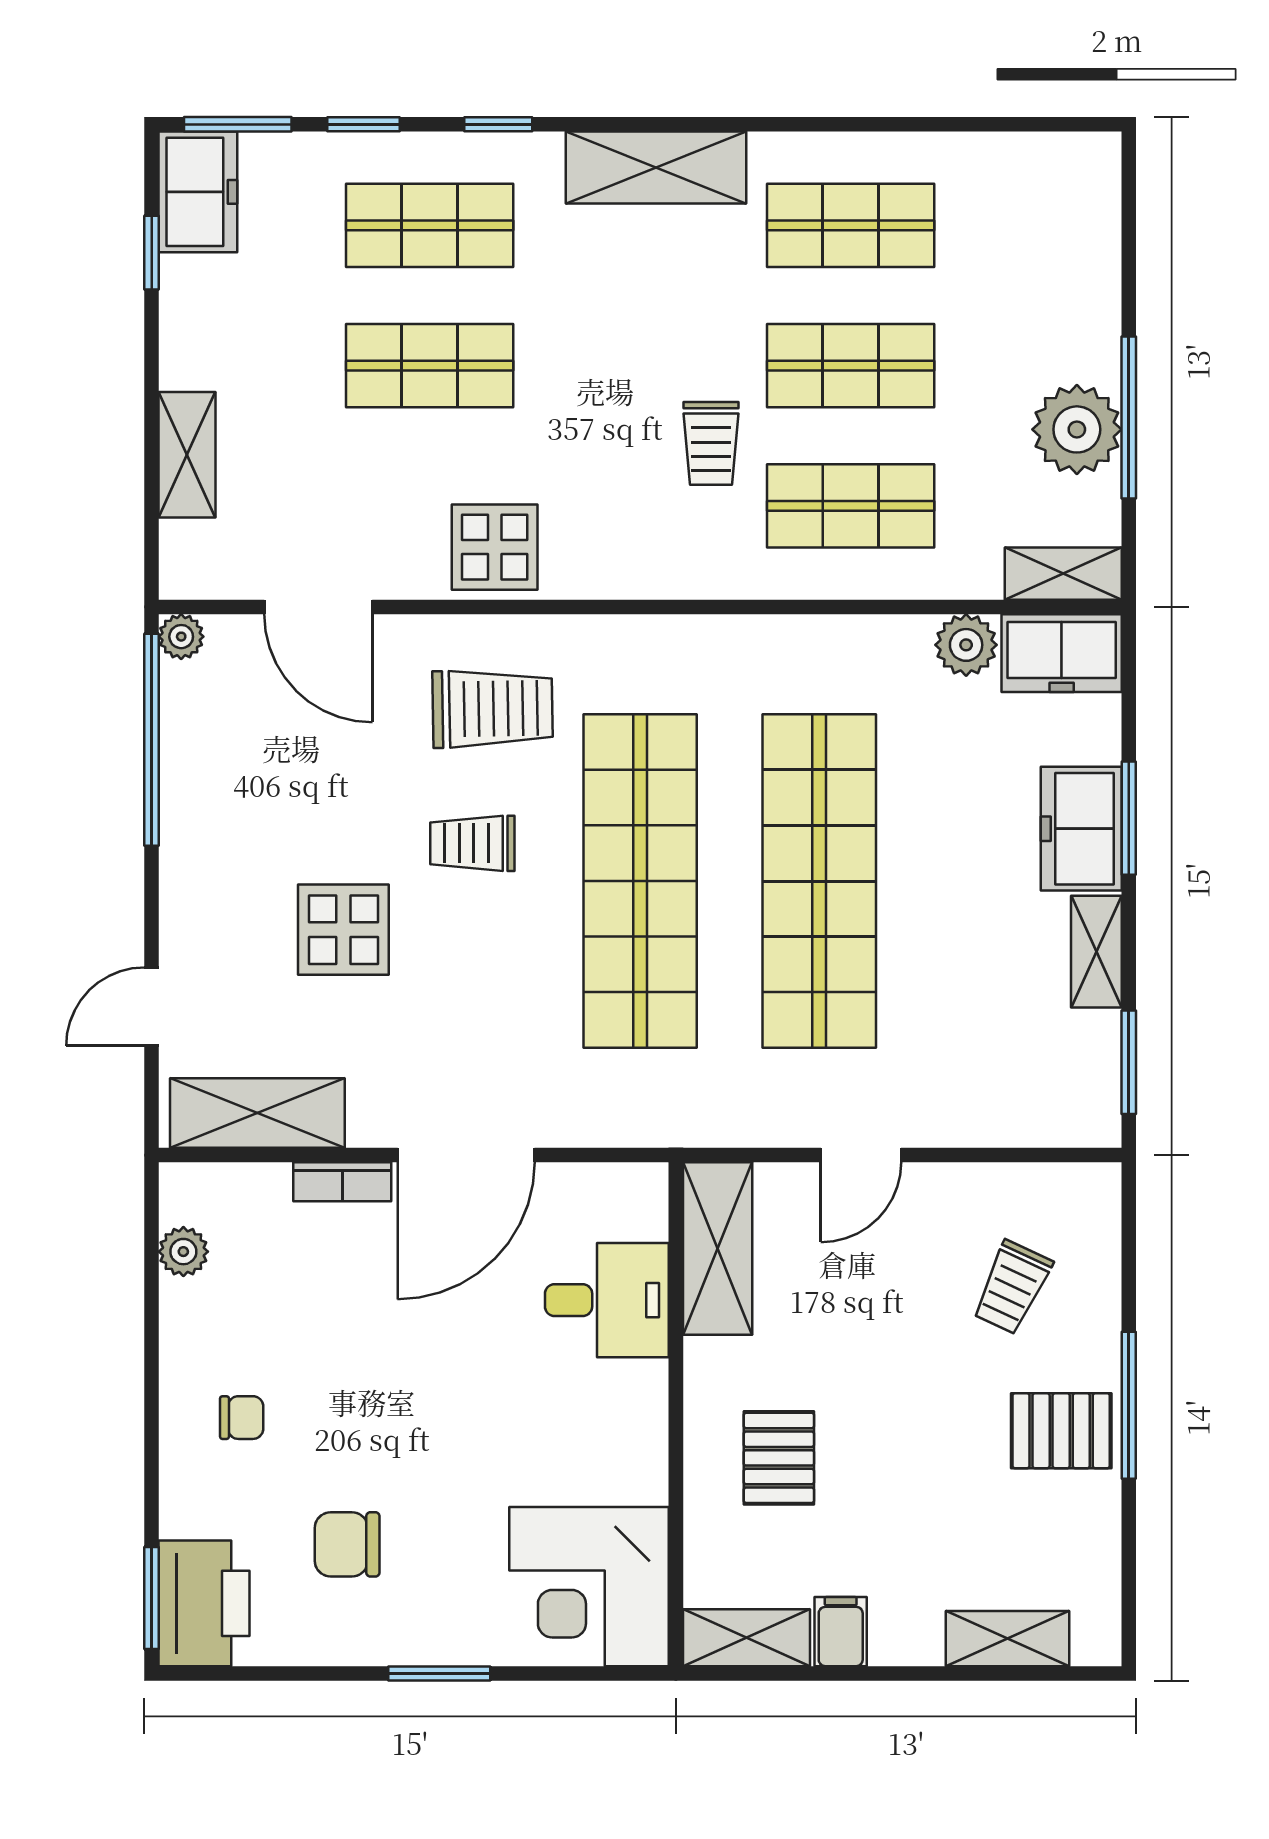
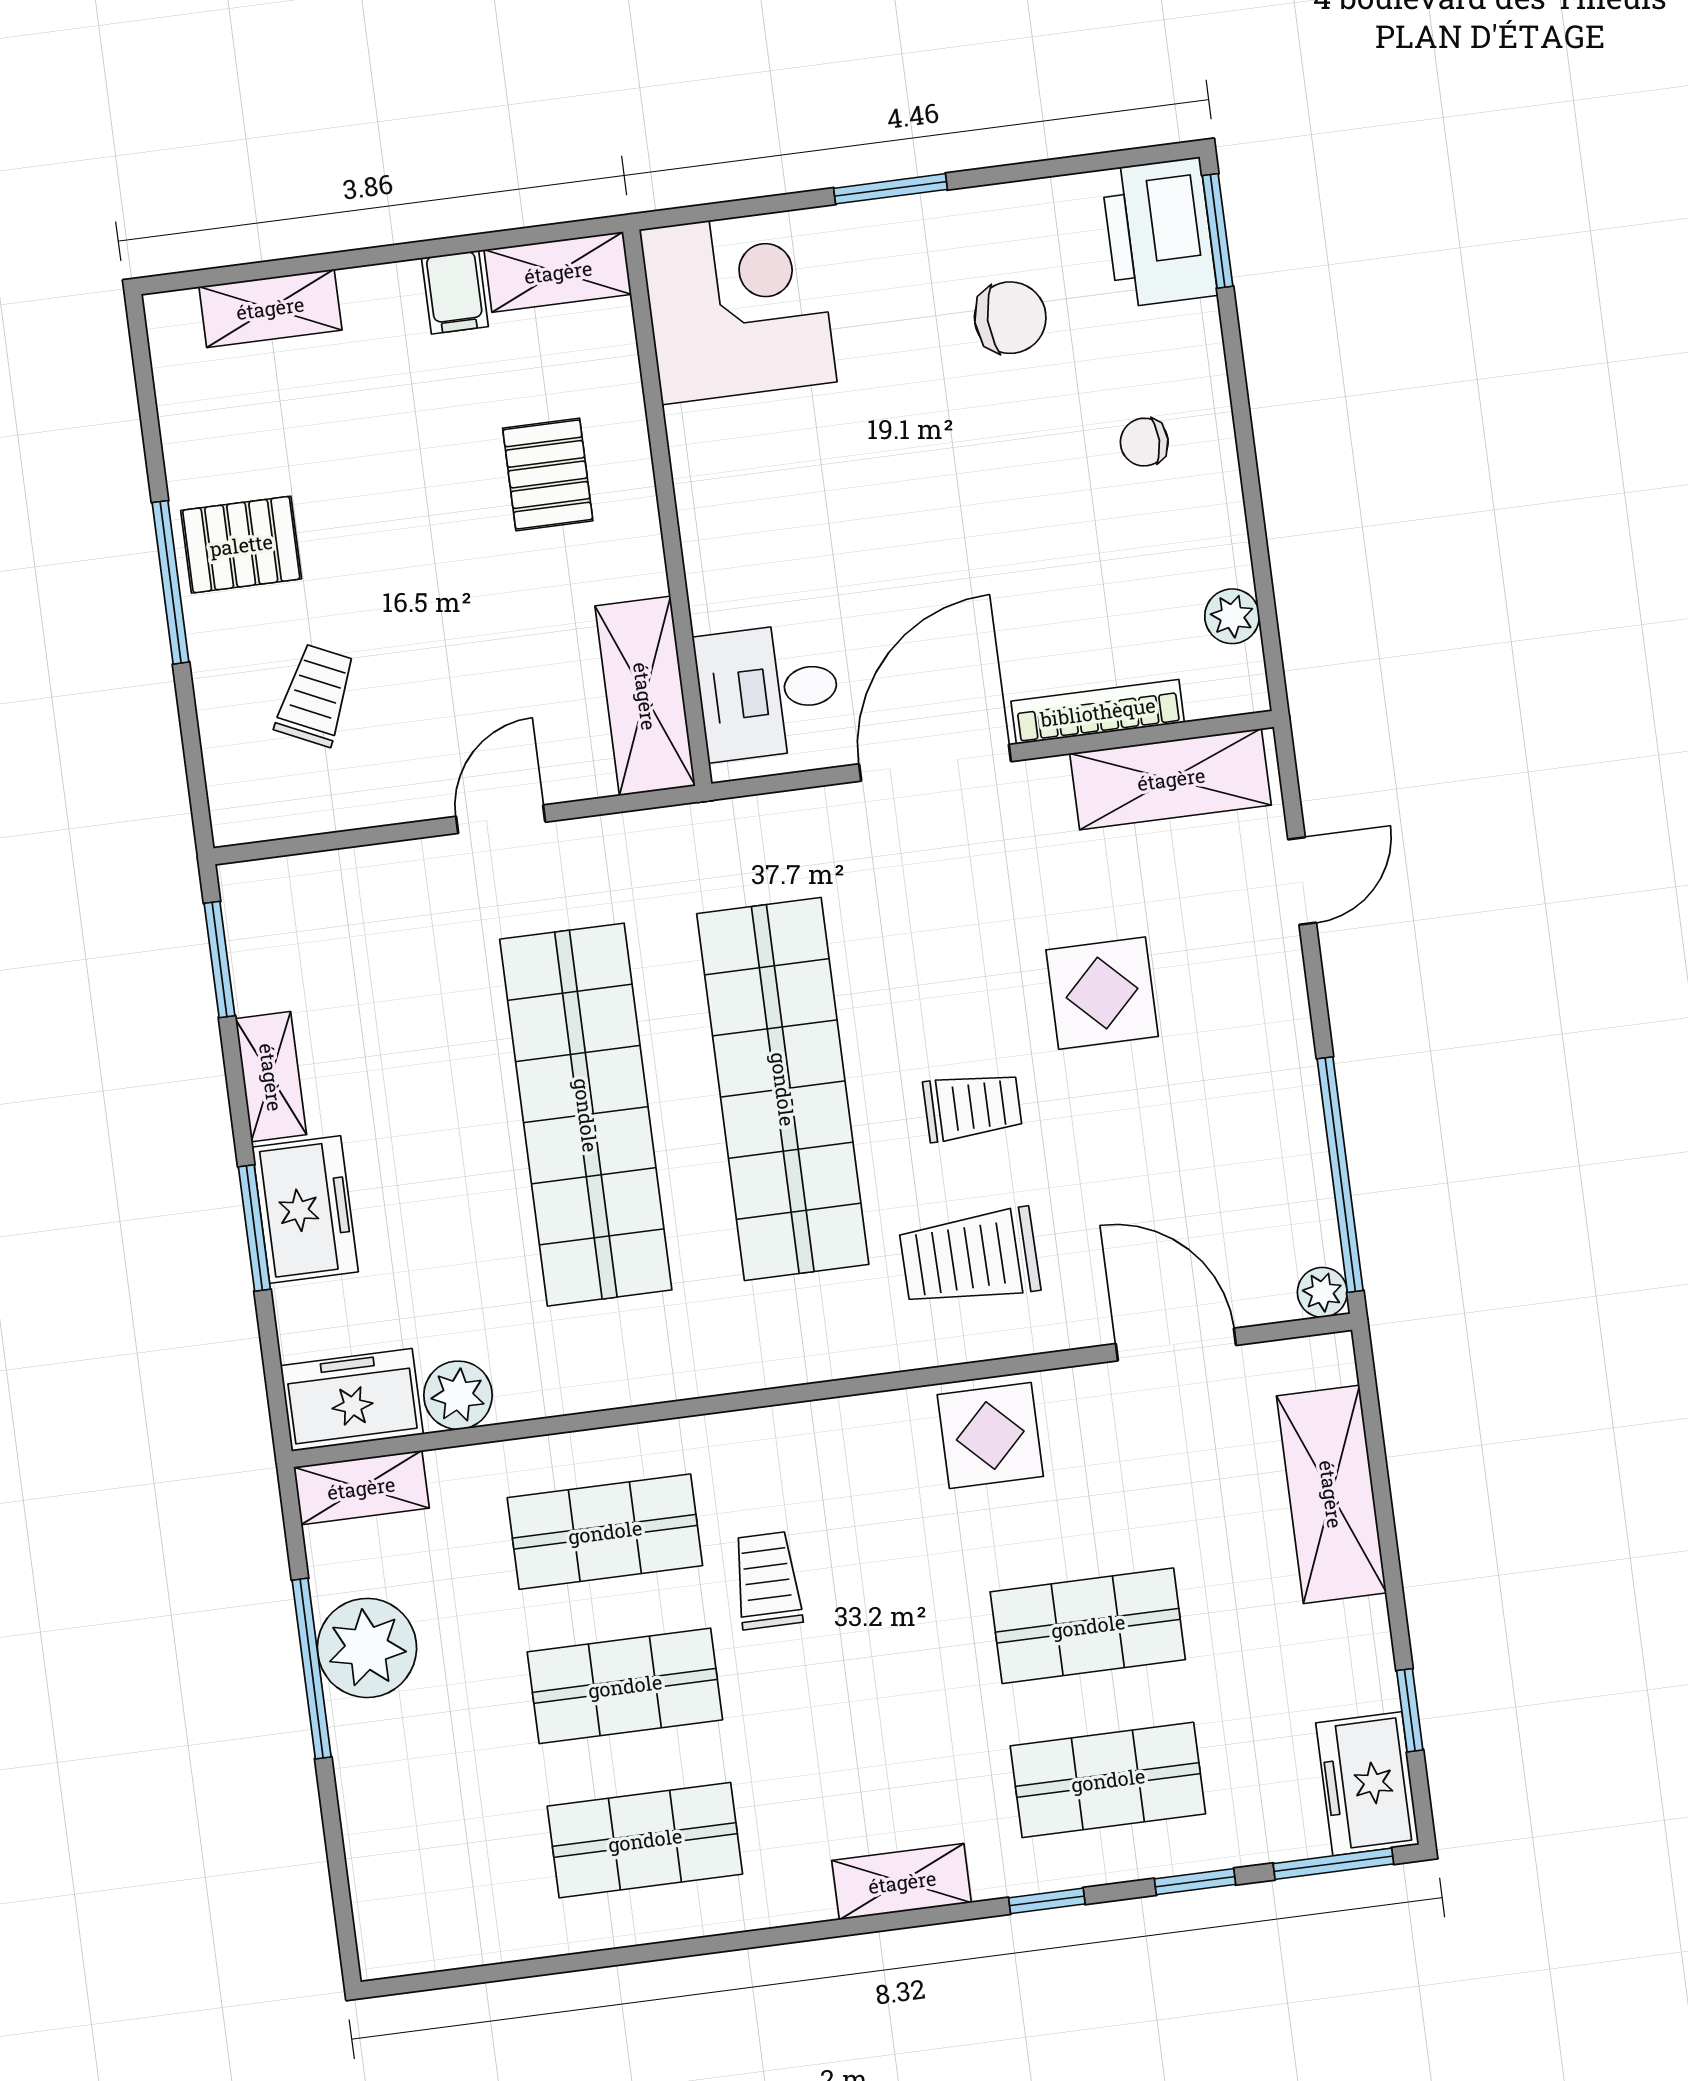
shelving: (656, 168) -> (902, 1882), width x0.67, depth x0.75
shelving: (187, 455) -> (1331, 1494), width x1.50, depth x1.33
bookcase: (342, 1182) -> (1098, 712), width x1.56
desk: (607, 1300) -> (768, 691), moved

